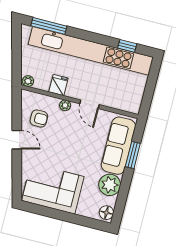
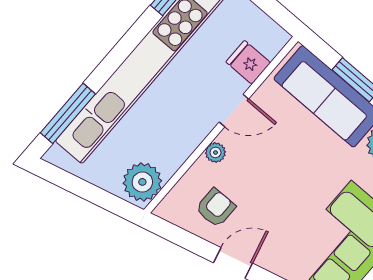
plant: (28, 81) -> (142, 182), width x1.88, depth x1.88
fridge: (58, 85) -> (248, 62), moved

